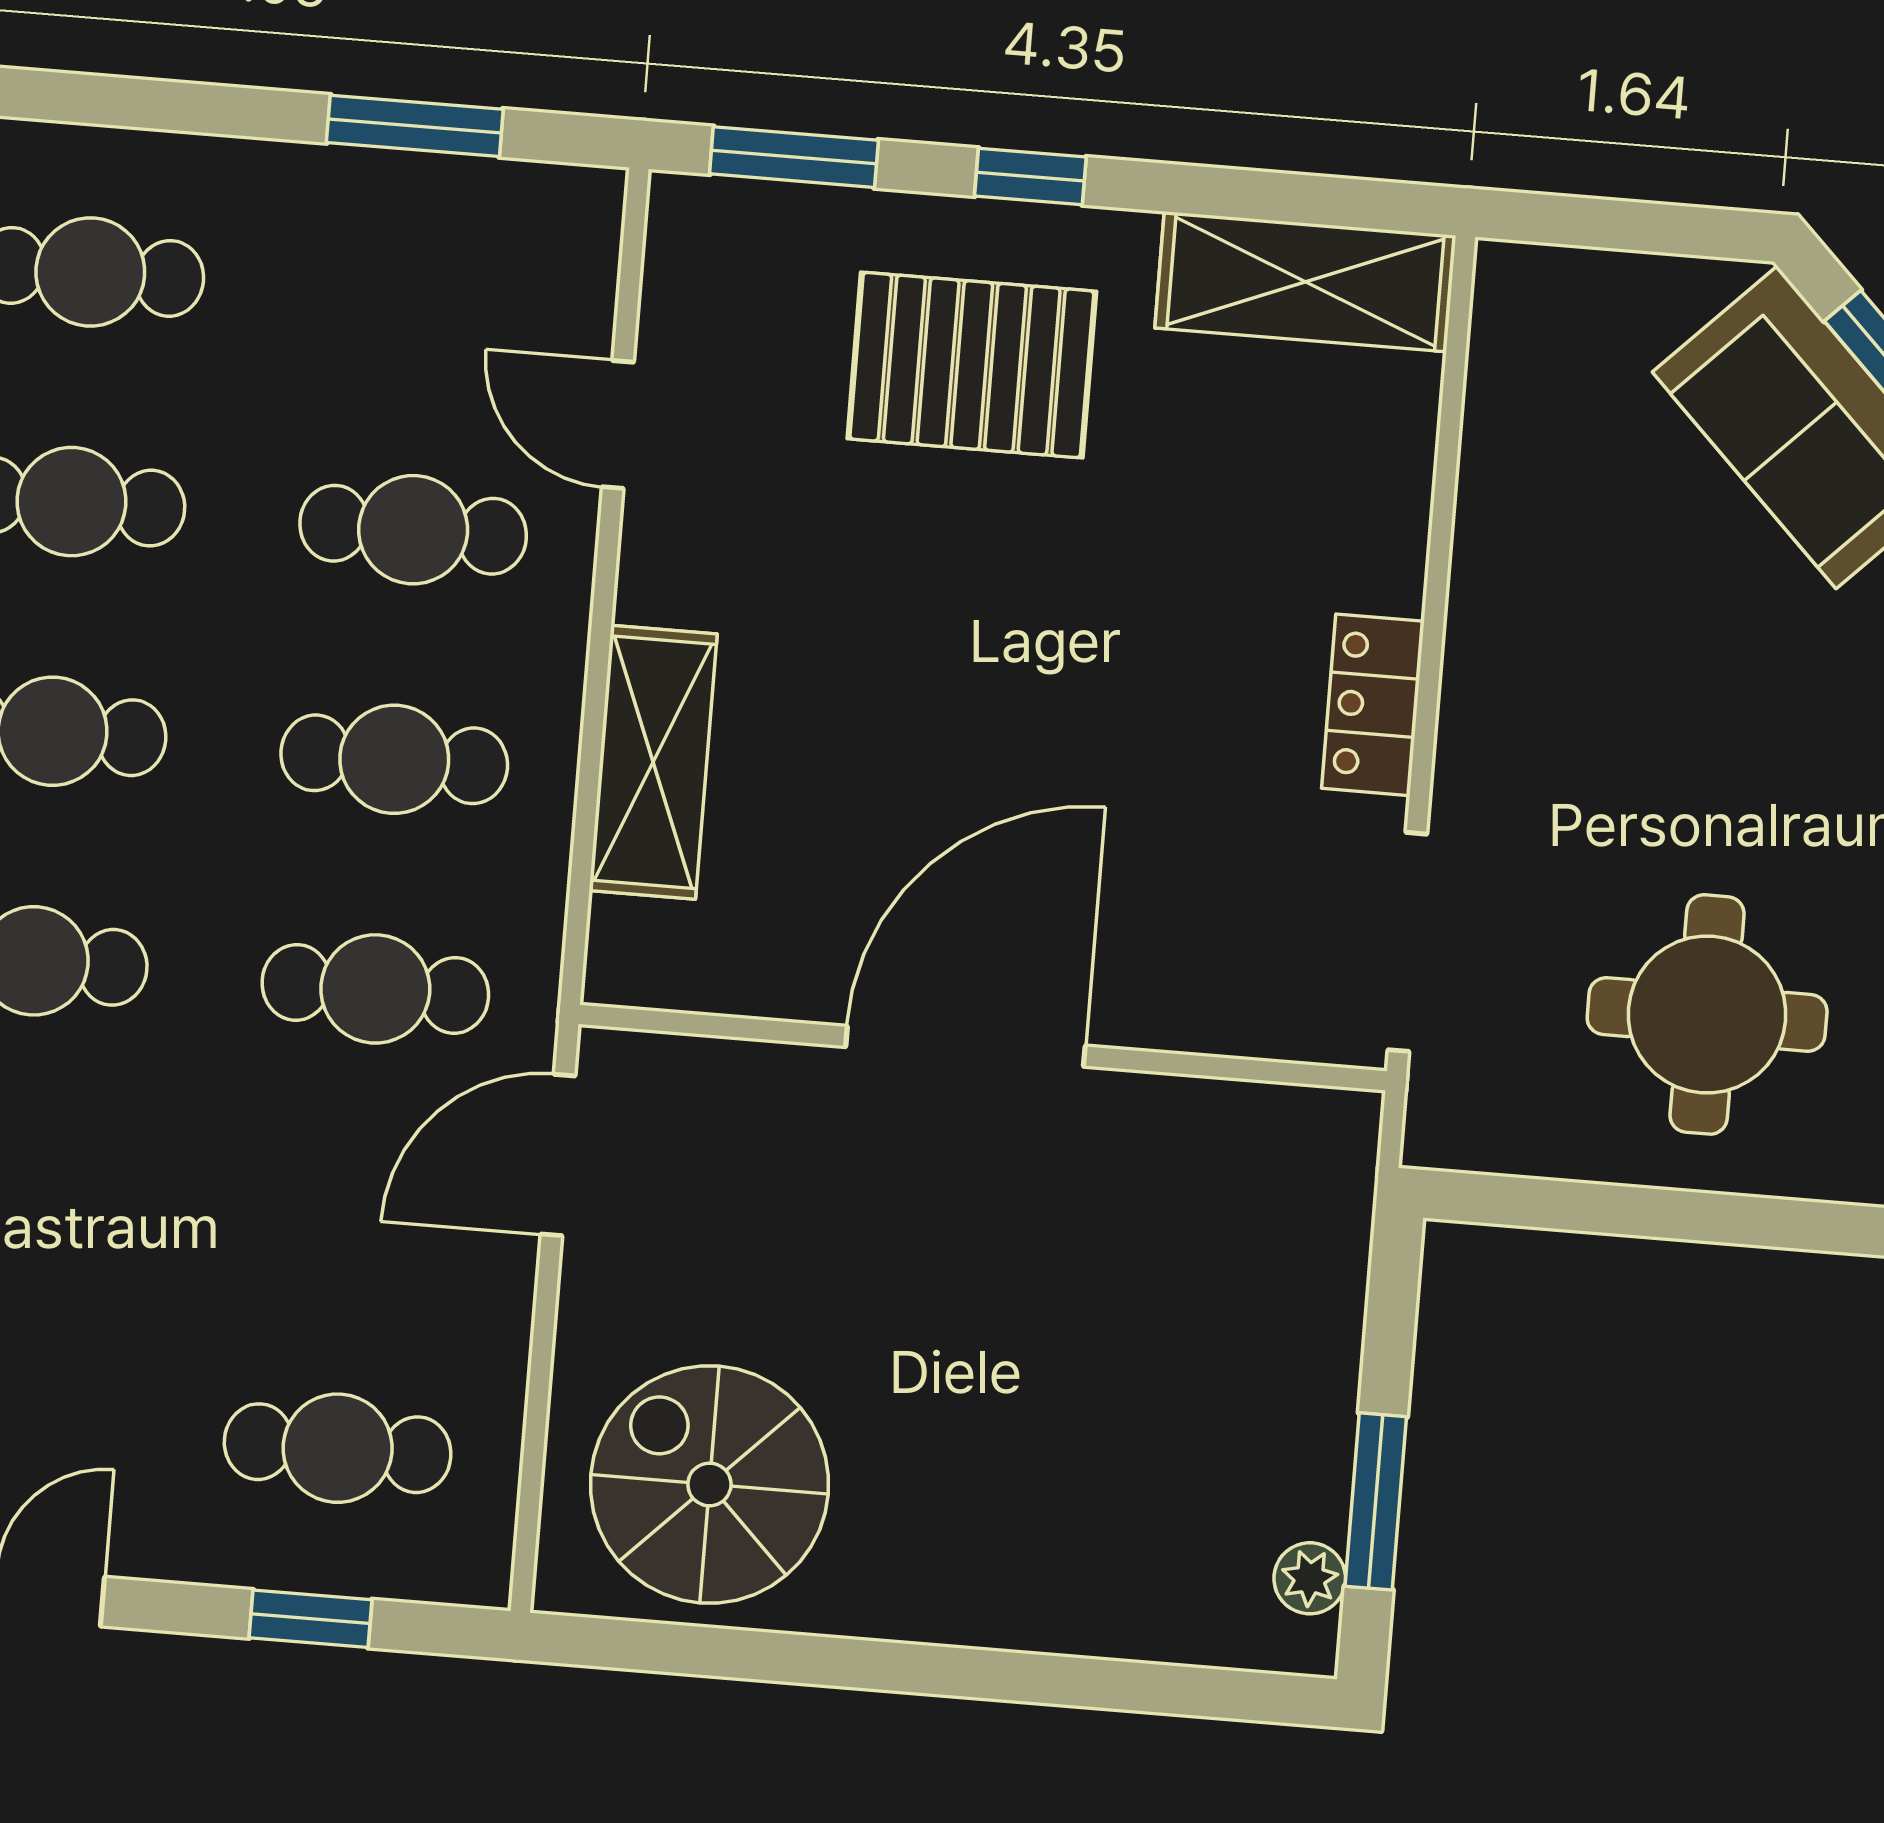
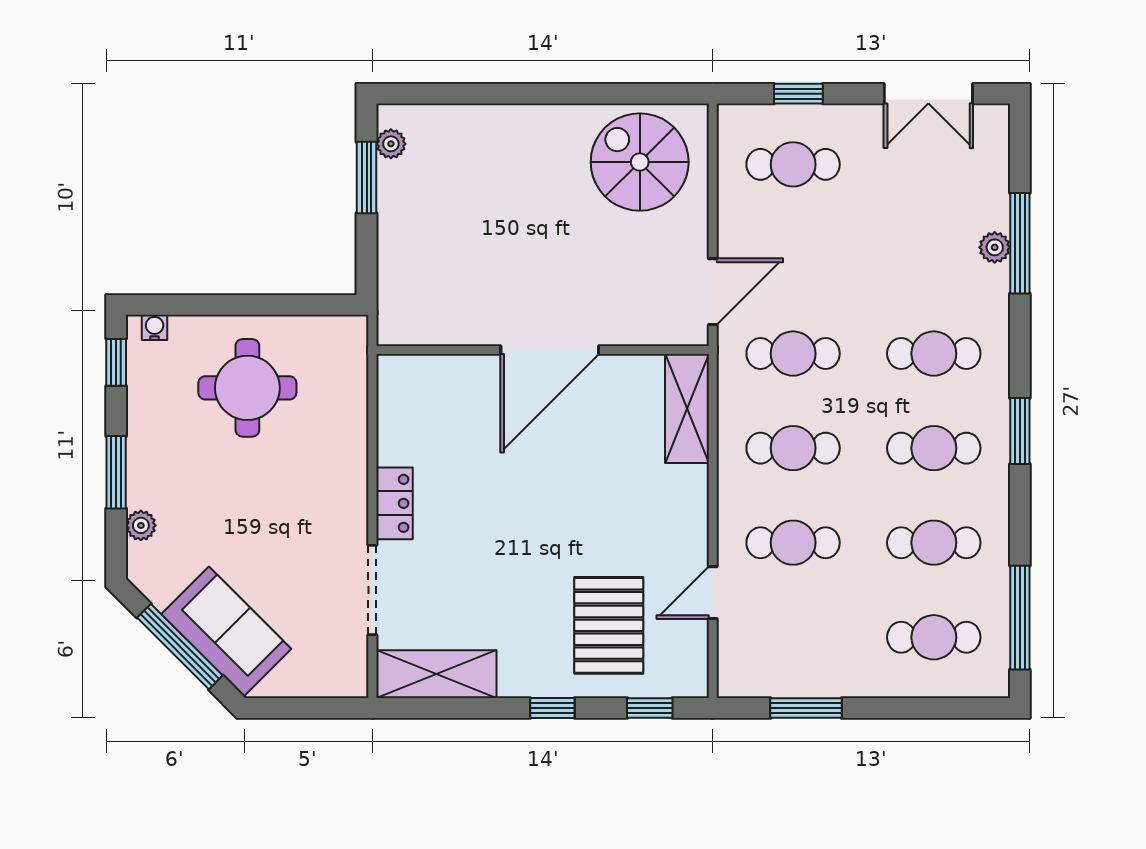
window: (794, 157) -> (650, 708), width x0.67
pallet: (972, 365) -> (609, 625), moved, turned 90
door: (618, 424) -> (713, 593), swing flipped
shelving: (653, 762) -> (687, 409), moved
doorway: (1407, 942) -> (372, 590), moved
spiral stairs: (709, 1484) -> (640, 162), turned 180

